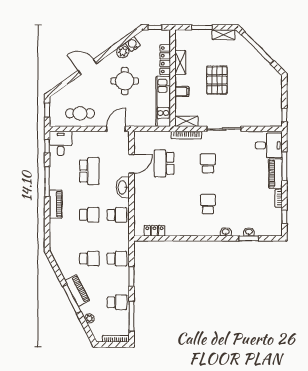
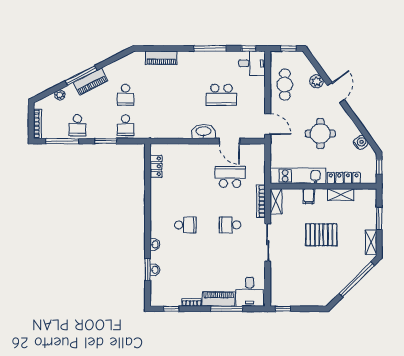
plant: (123, 52) -> (317, 81), moved
school desk: (208, 163) -> (230, 225), turned 180
piano: (56, 204) -> (161, 58), moved
school desk: (89, 215) -> (173, 95), removed
school desk: (117, 215) -> (173, 125), removed

